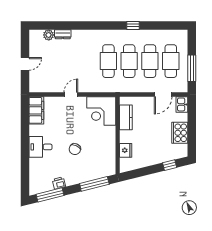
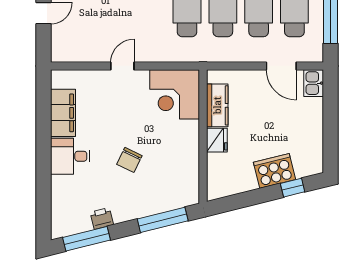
door: (163, 95) -> (281, 66), hinge flipped
filing cabinet: (36, 110) -> (63, 113), moved
cooker: (180, 133) -> (275, 171), moved, turned 76
fridge: (126, 150) -> (217, 140), moved

